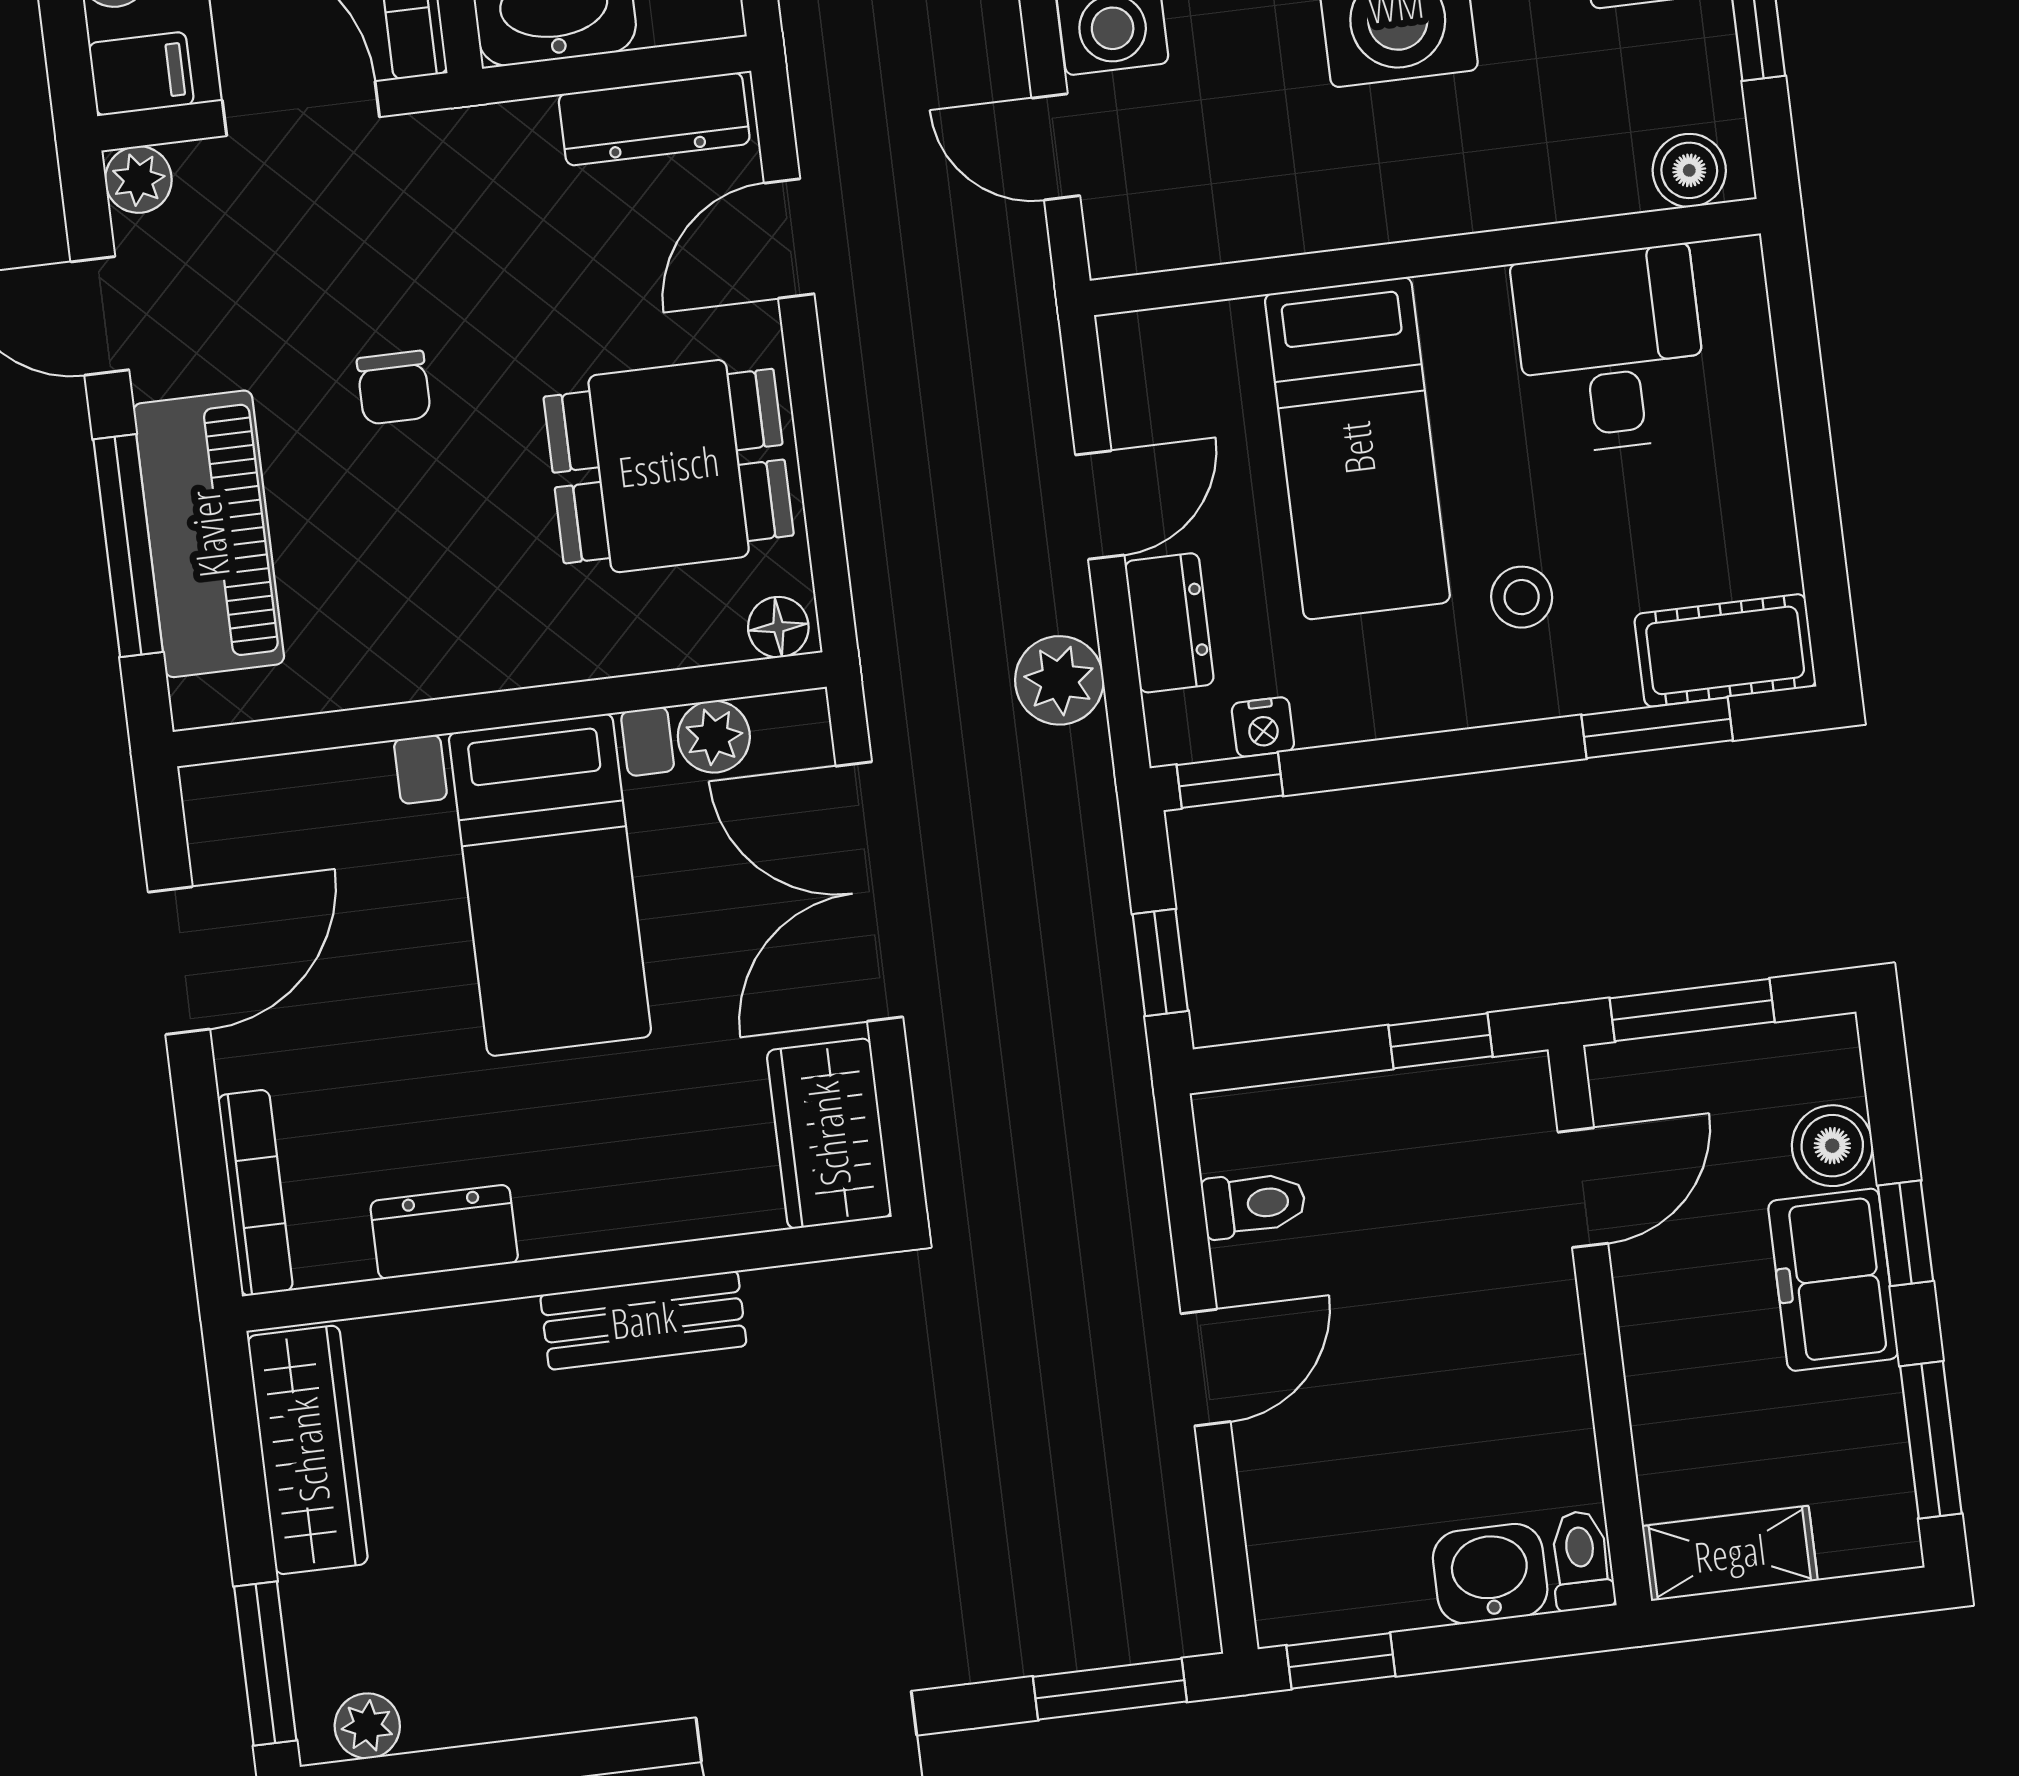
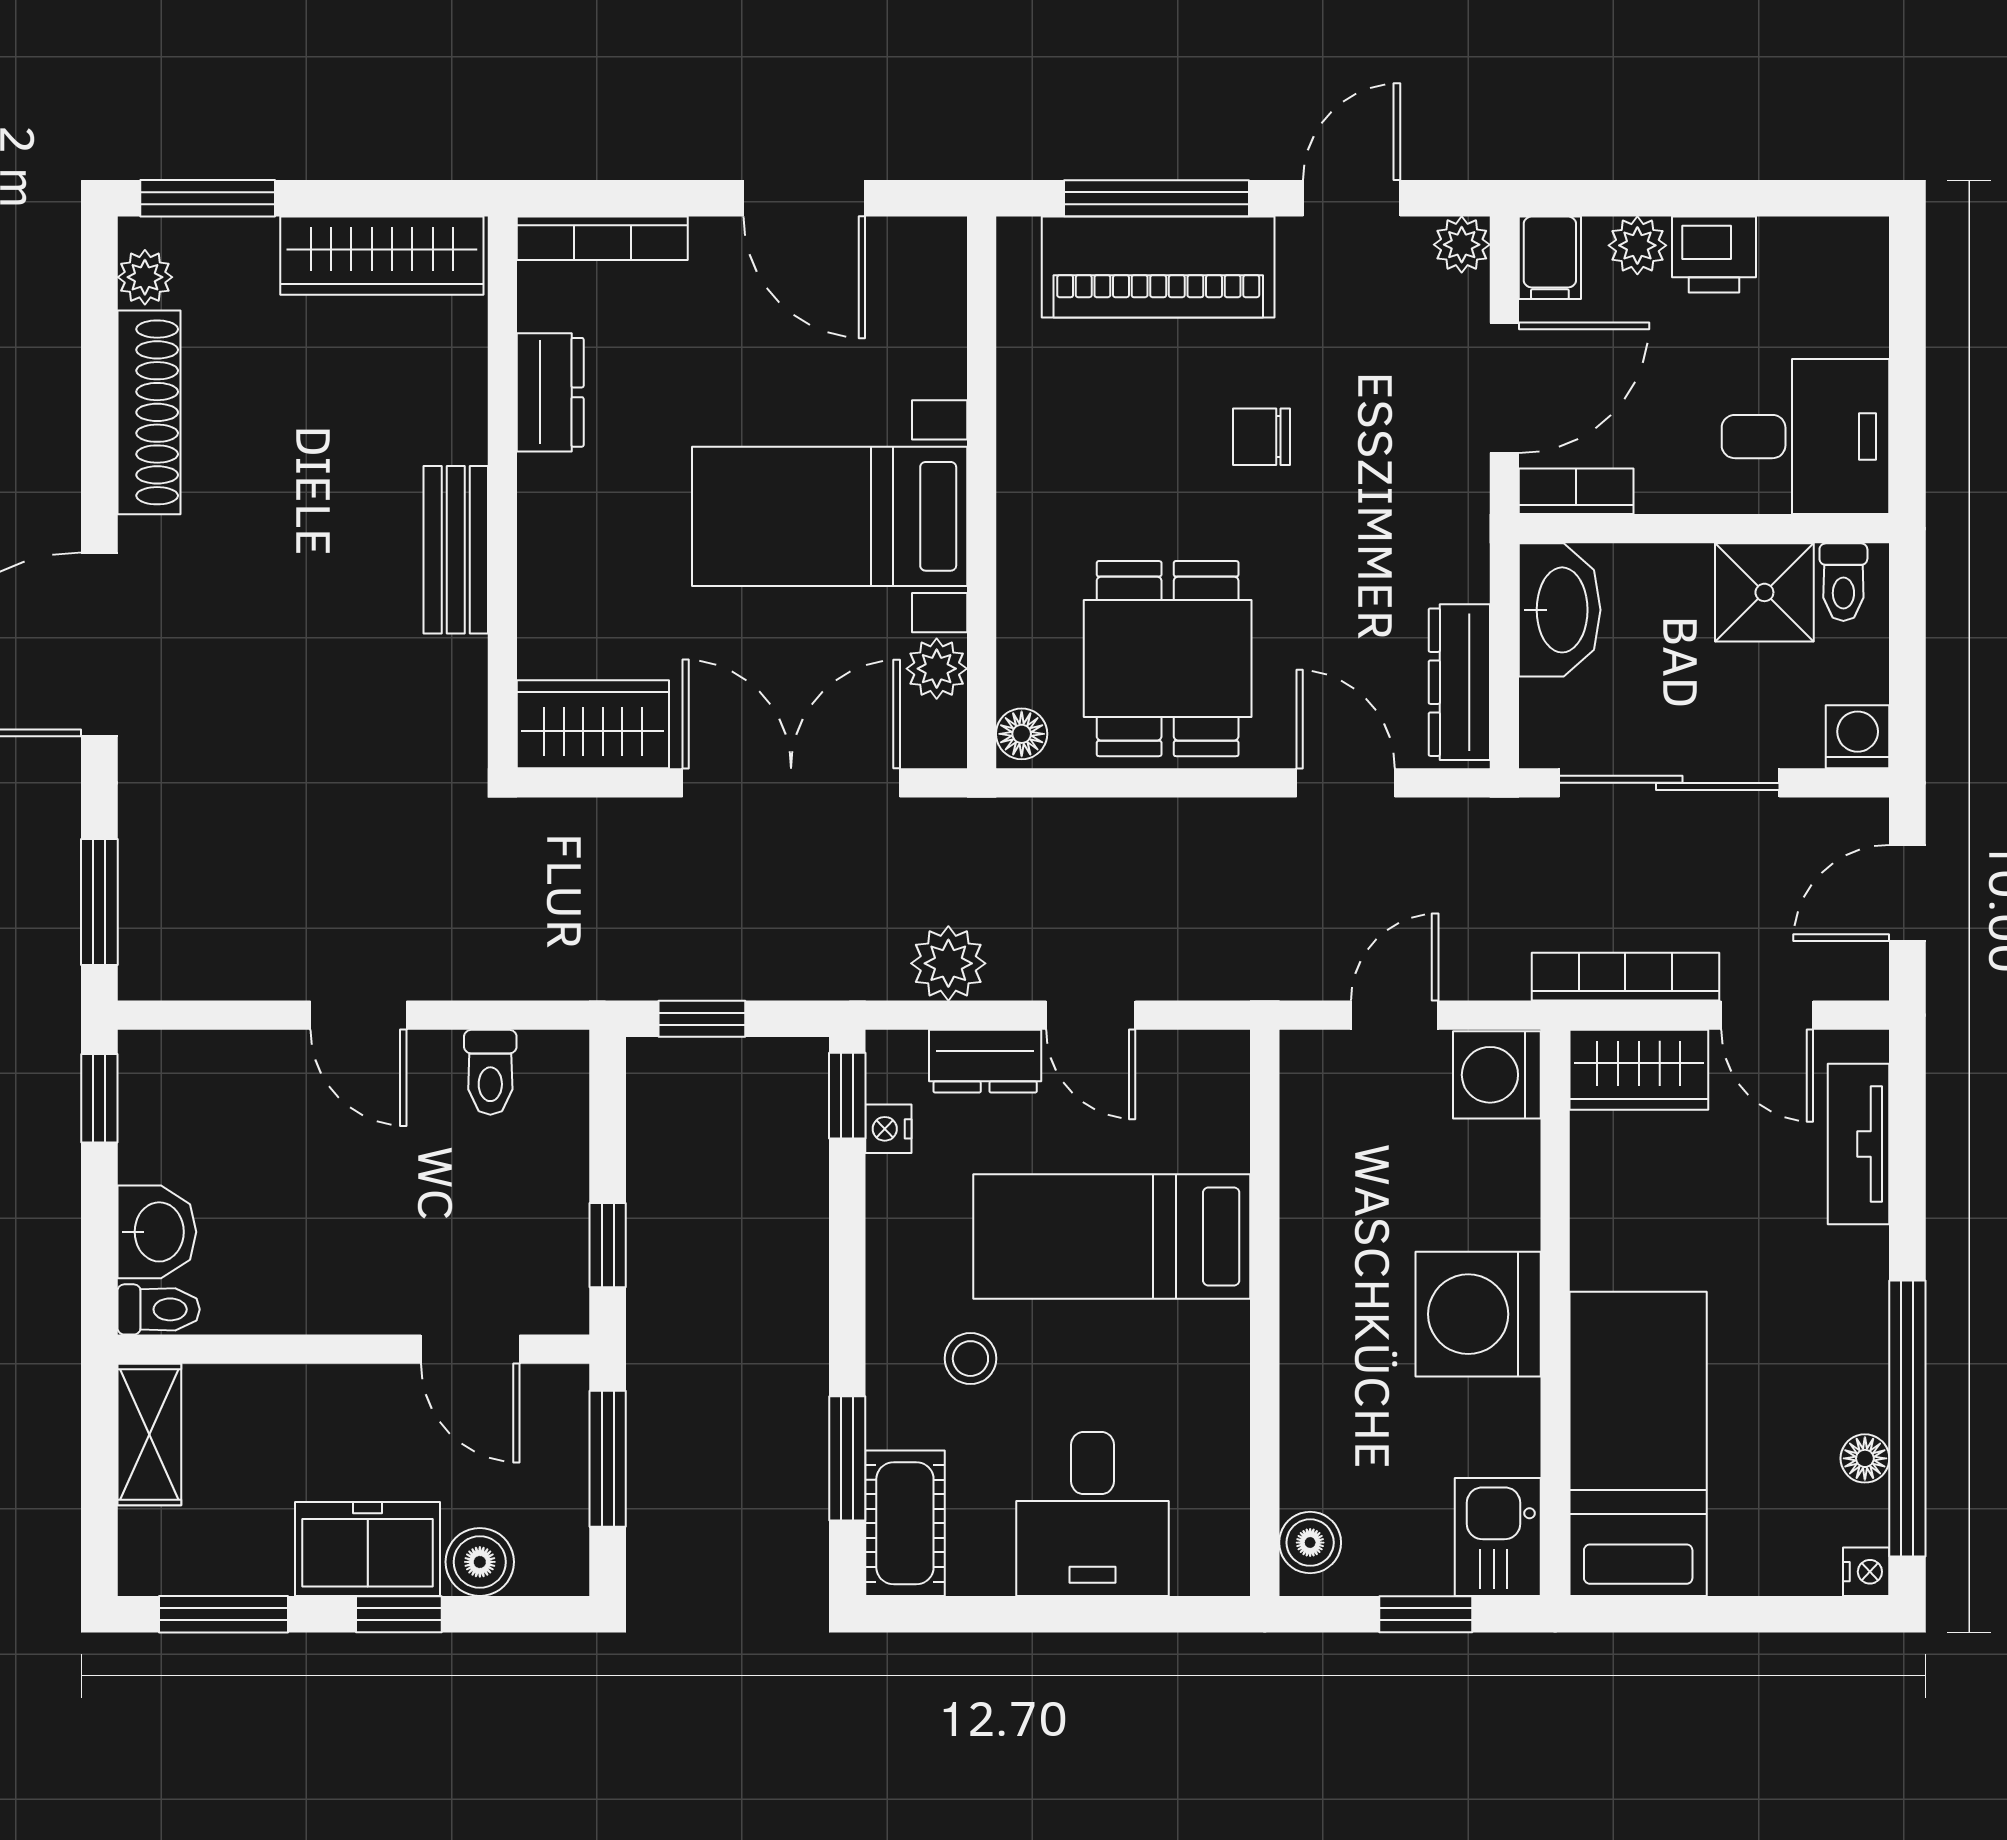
desk: (1611, 350) -> (1093, 1514), moved, turned 90
shoe rack: (526, 1702) -> (149, 412), added

